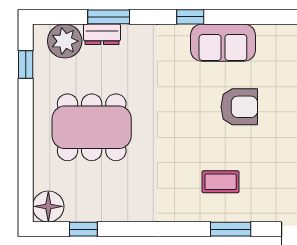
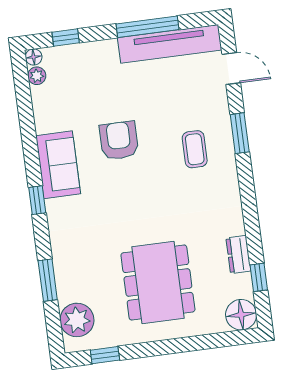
dresser: (102, 34) -> (238, 255), moved, turned 180

